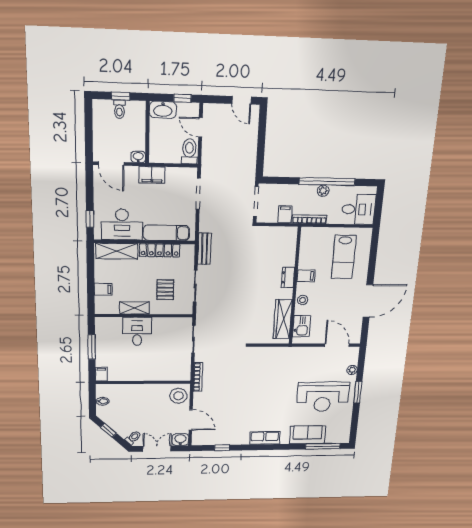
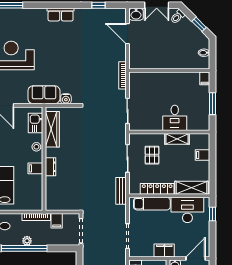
door: (111, 164) -> (196, 258), hinge flipped
water cooler: (265, 352) -> (66, 99), added
stool: (178, 396) -> (139, 57), removed
sofa: (308, 435) -> (44, 95), moved, turned 180

